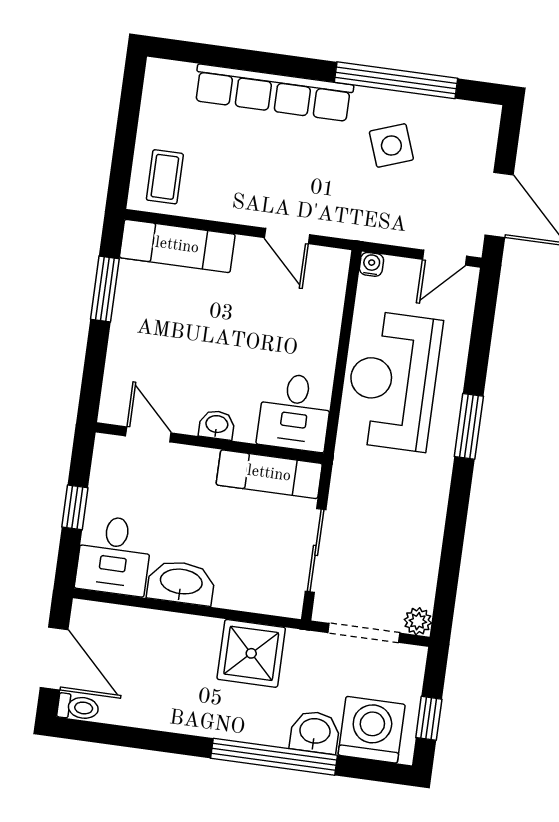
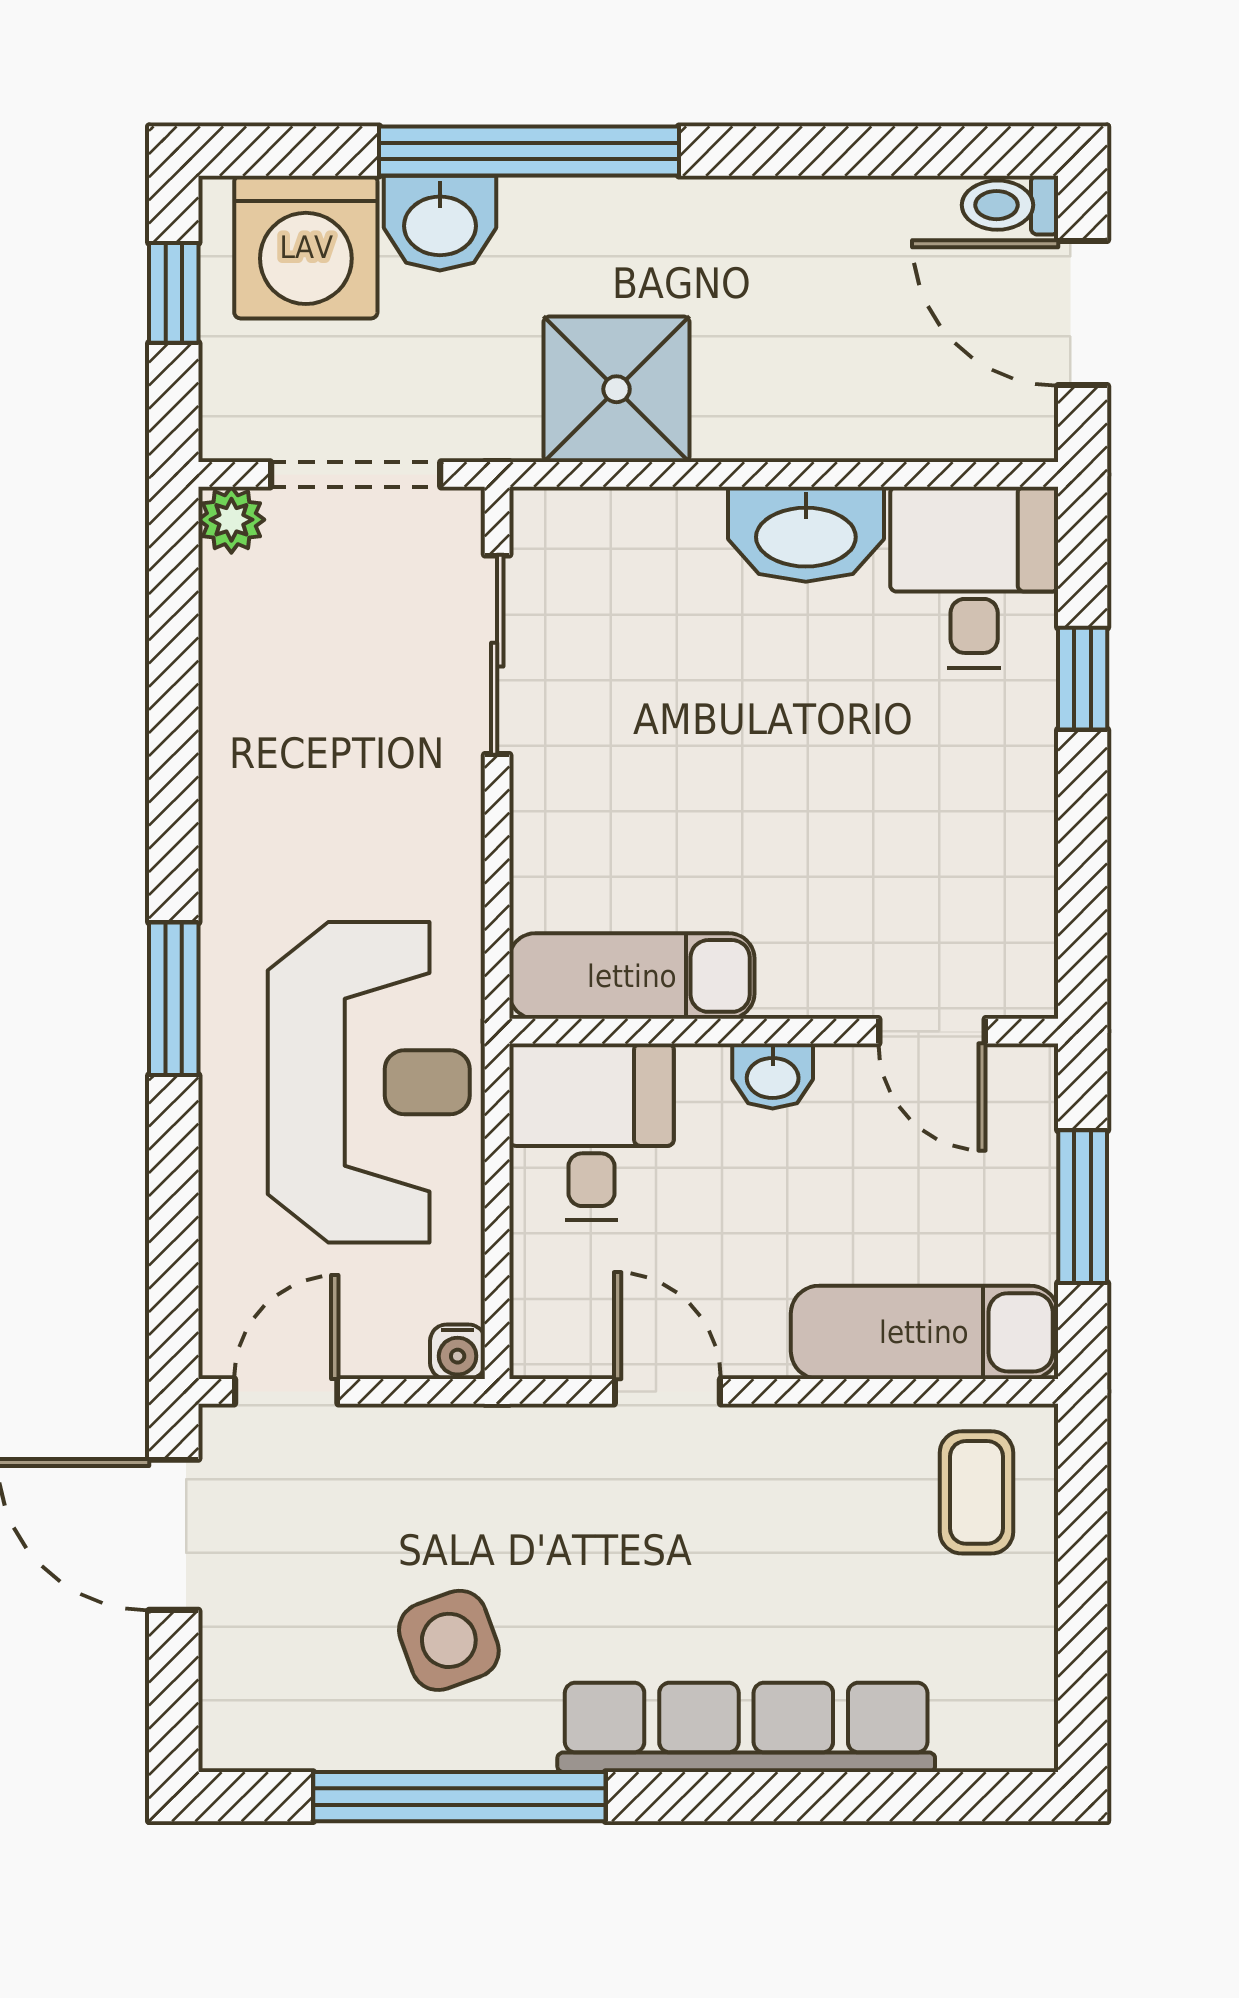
desk: (295, 412) -> (592, 1132), moved
washbasin: (217, 425) -> (773, 1076), moved
door: (148, 434) -> (932, 1031), moved
wall: (210, 443) -> (784, 1031), moved
exam couch: (269, 474) -> (632, 976), moved

